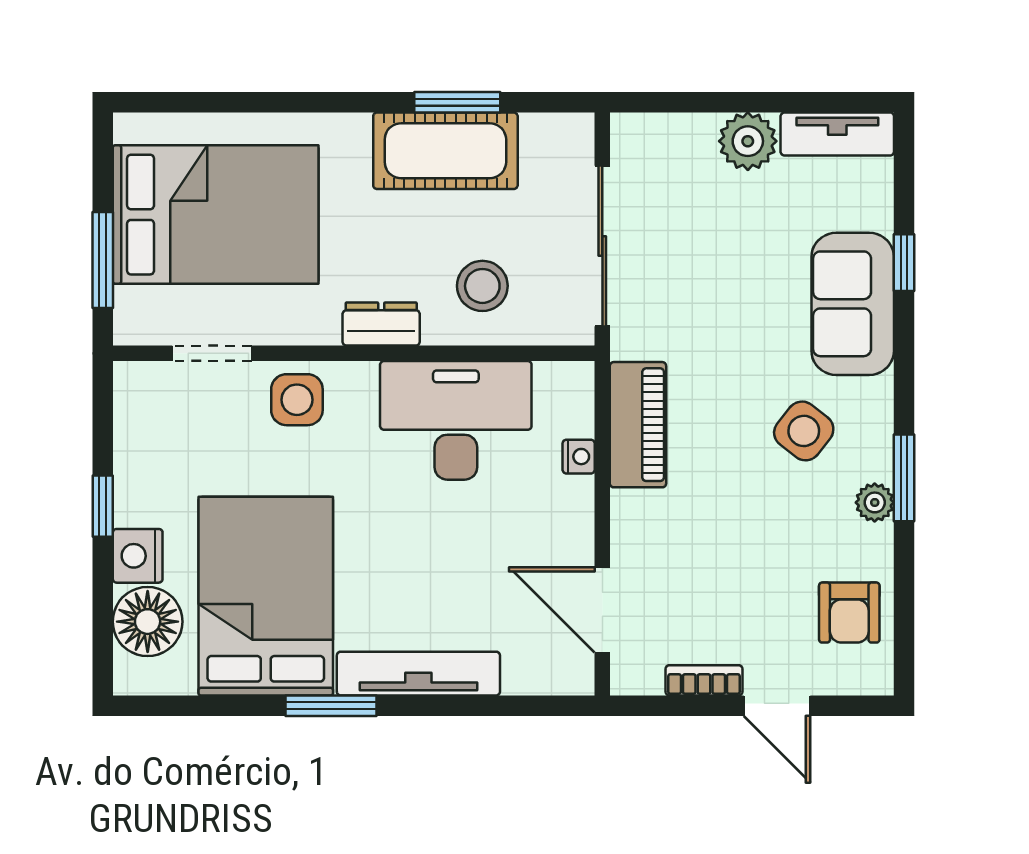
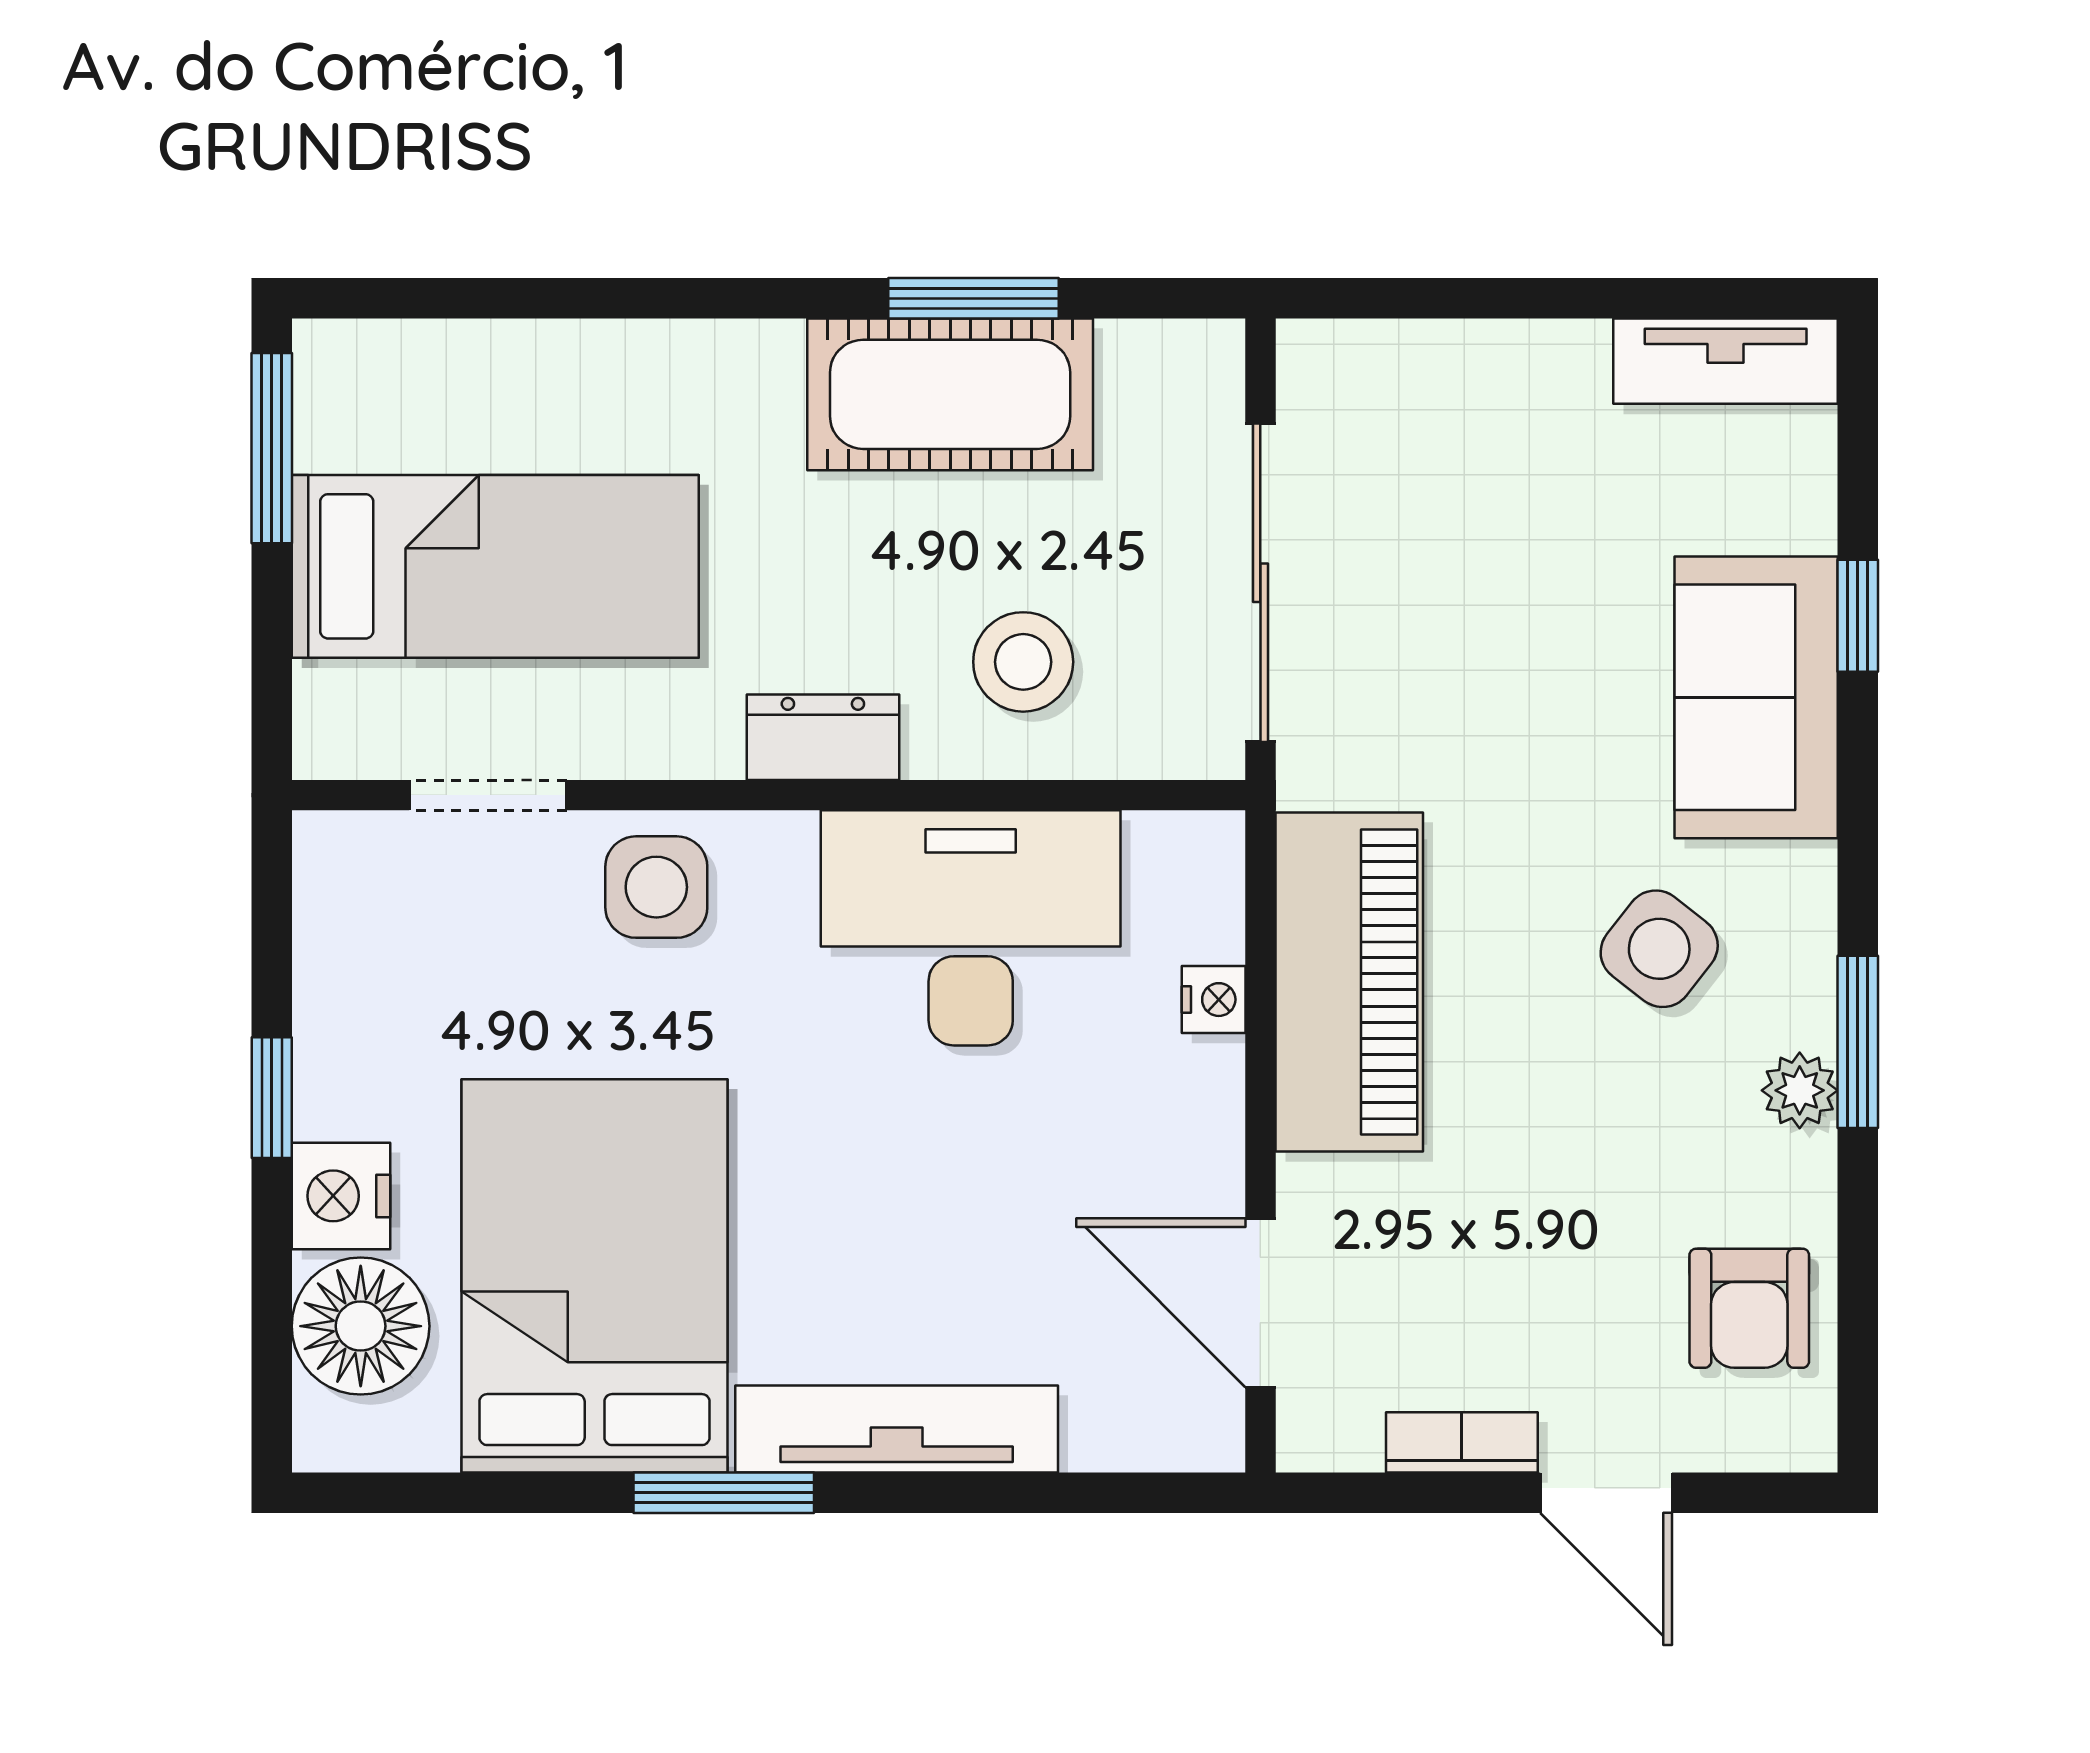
plant: (748, 141) -> (1548, 375), removed
bed: (216, 215) -> (495, 566), width x0.67
window: (103, 260) -> (272, 448), moved
piano: (638, 425) -> (1349, 982), width x1.37, depth x1.33

